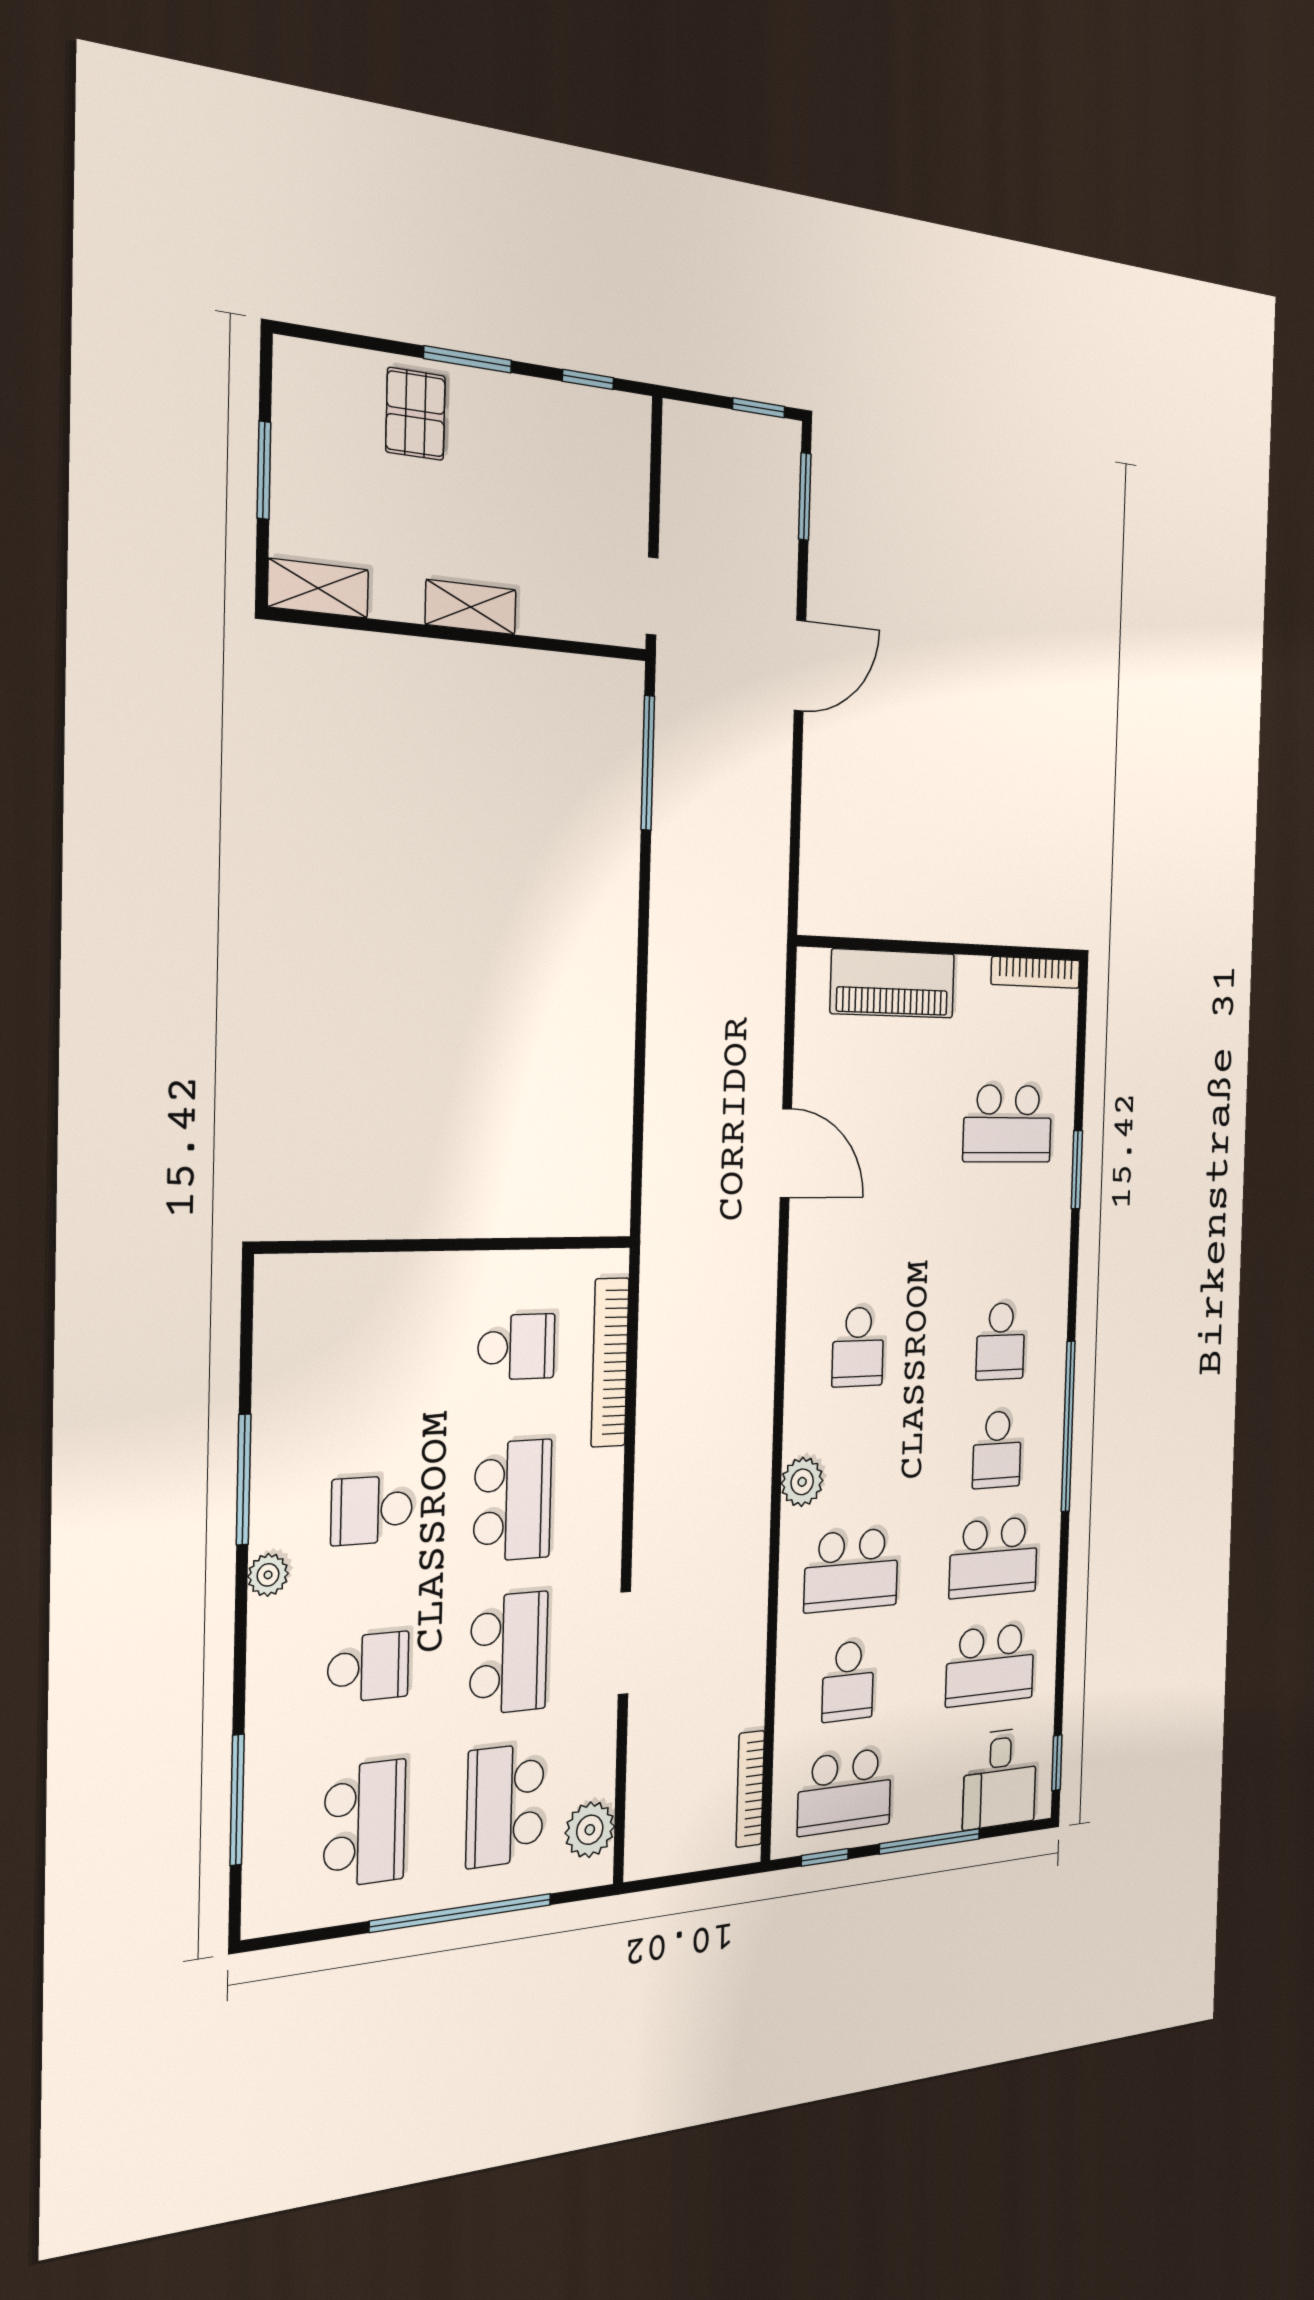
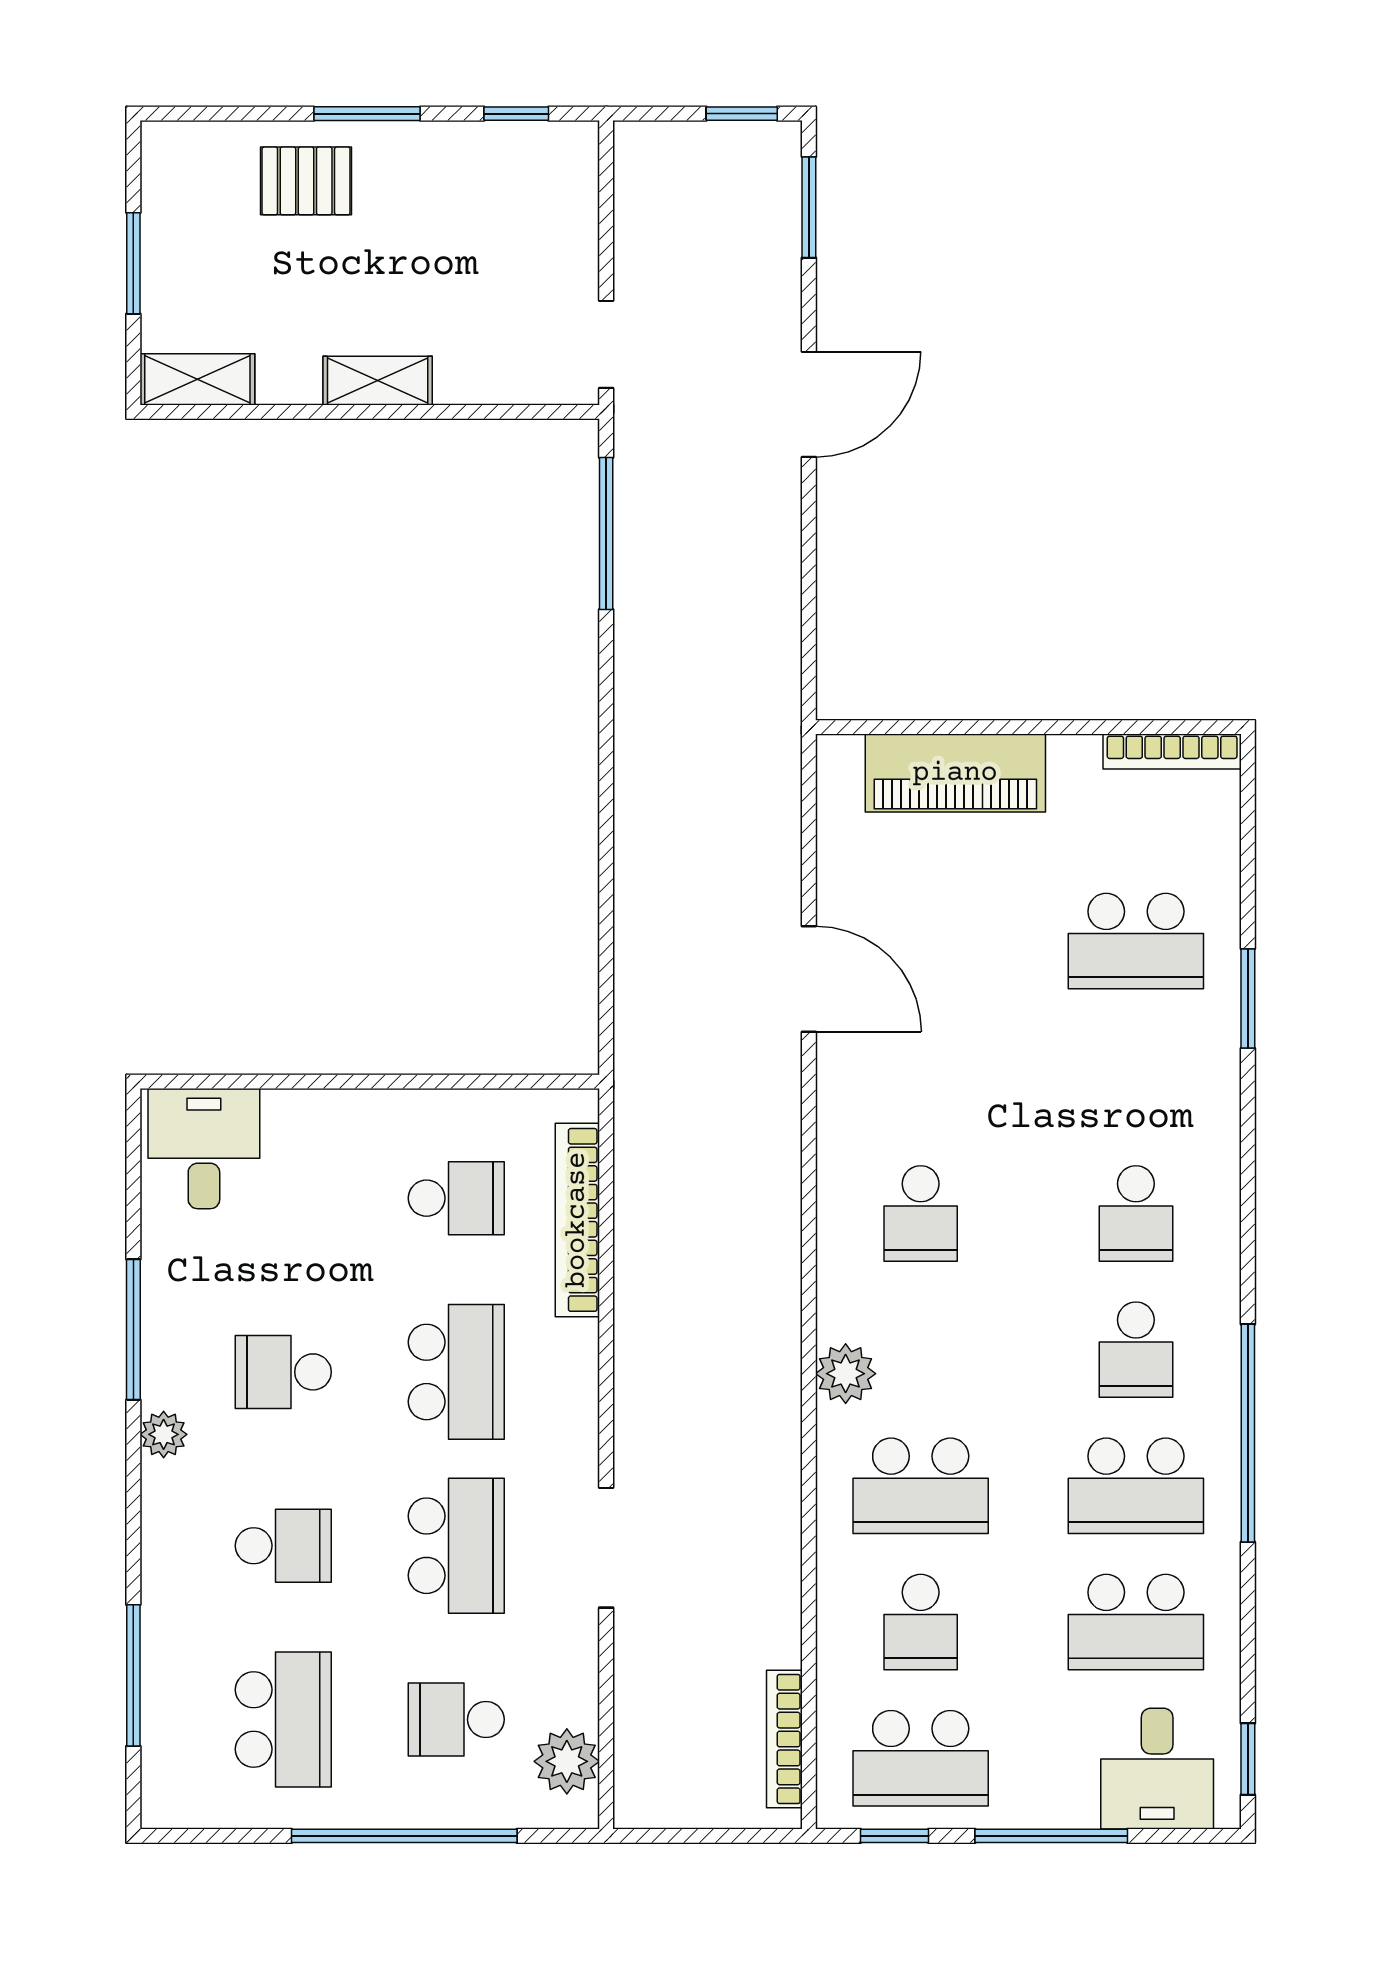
pallet: (416, 414) -> (306, 181), turned 90
desk: (309, 1309) -> (204, 1149), added
window: (1068, 1426) -> (1248, 1433), moved
school desk: (505, 1805) -> (456, 1719), width x0.54

